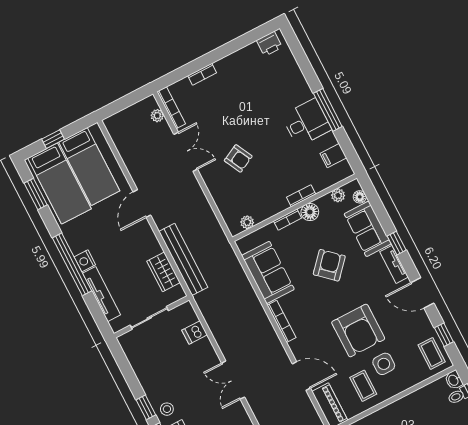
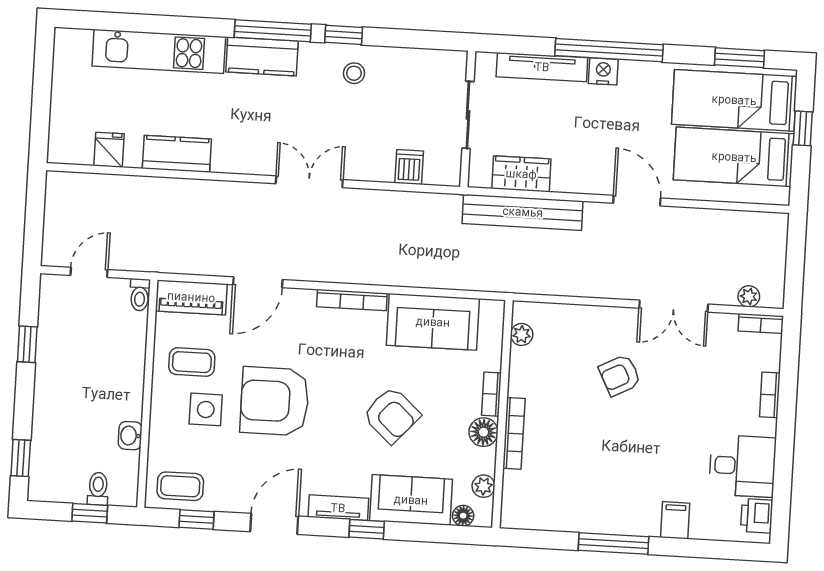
bookcase: (171, 108) -> (761, 324), width x0.64
desk: (306, 123) -> (742, 466), moved, turned -90
filing cabinet: (333, 156) -> (675, 520), moved
bookcase: (301, 196) -> (514, 433), width x1.56
washbasin: (454, 380) -> (130, 436), moved, turned -90
stool: (167, 409) -> (354, 73), moved

